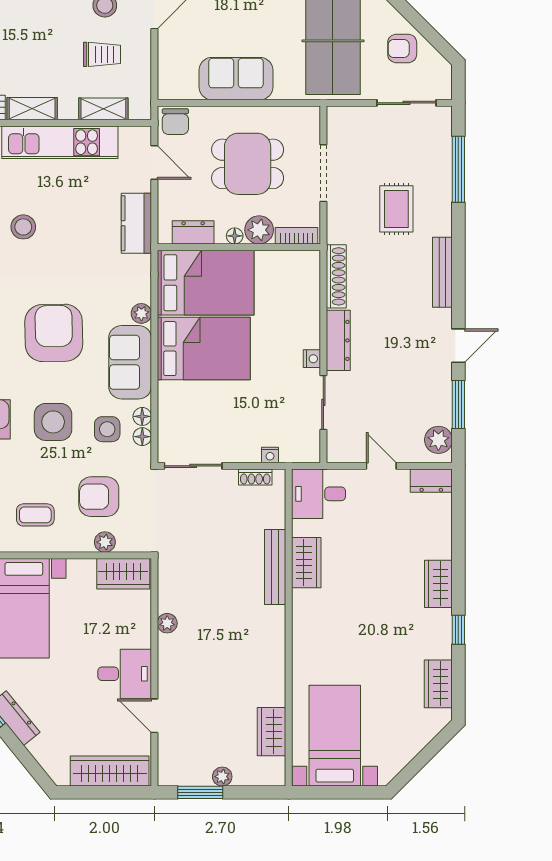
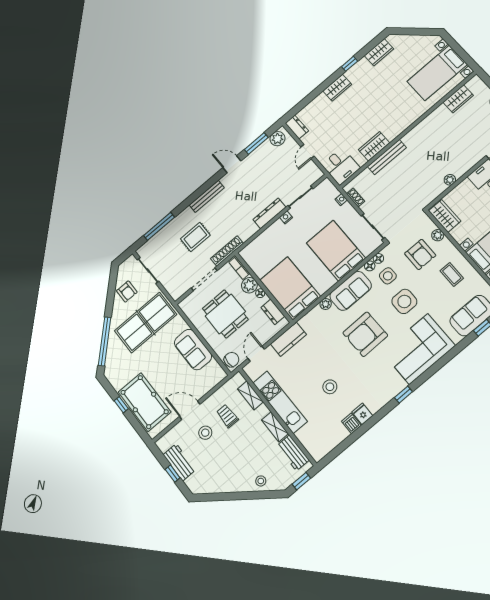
shoe rack: (336, 276) -> (227, 251), moved
bed: (204, 349) -> (336, 251), moved

